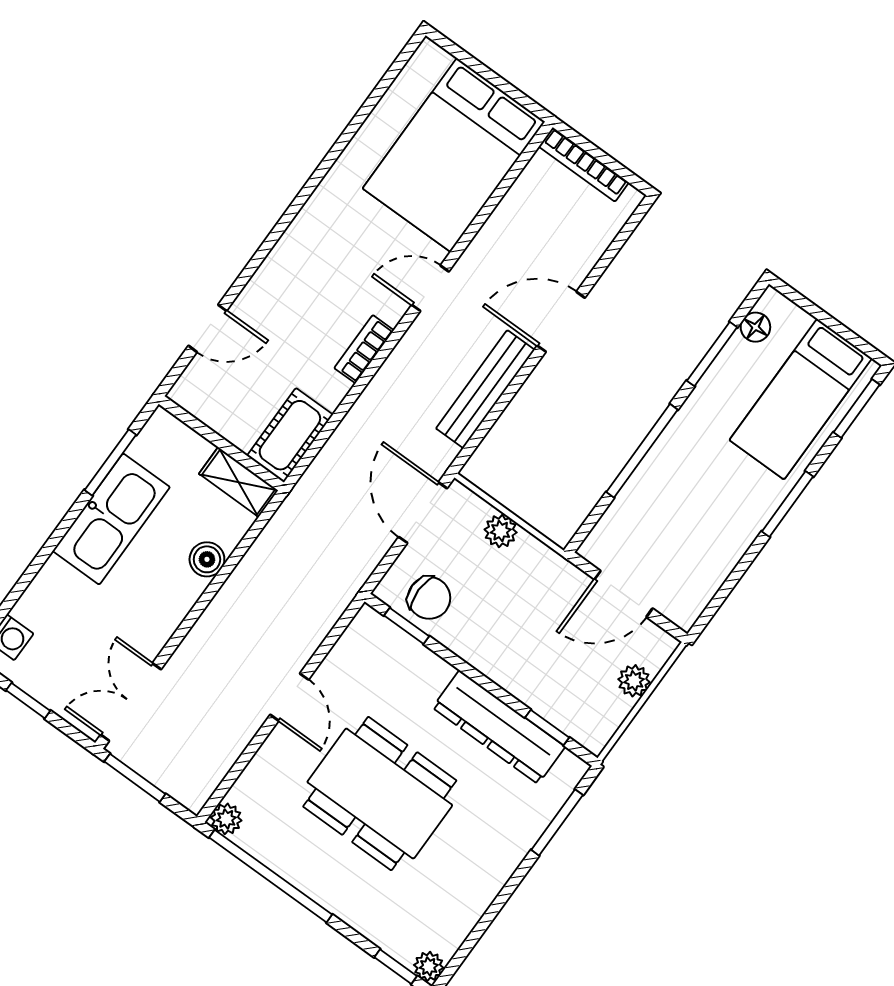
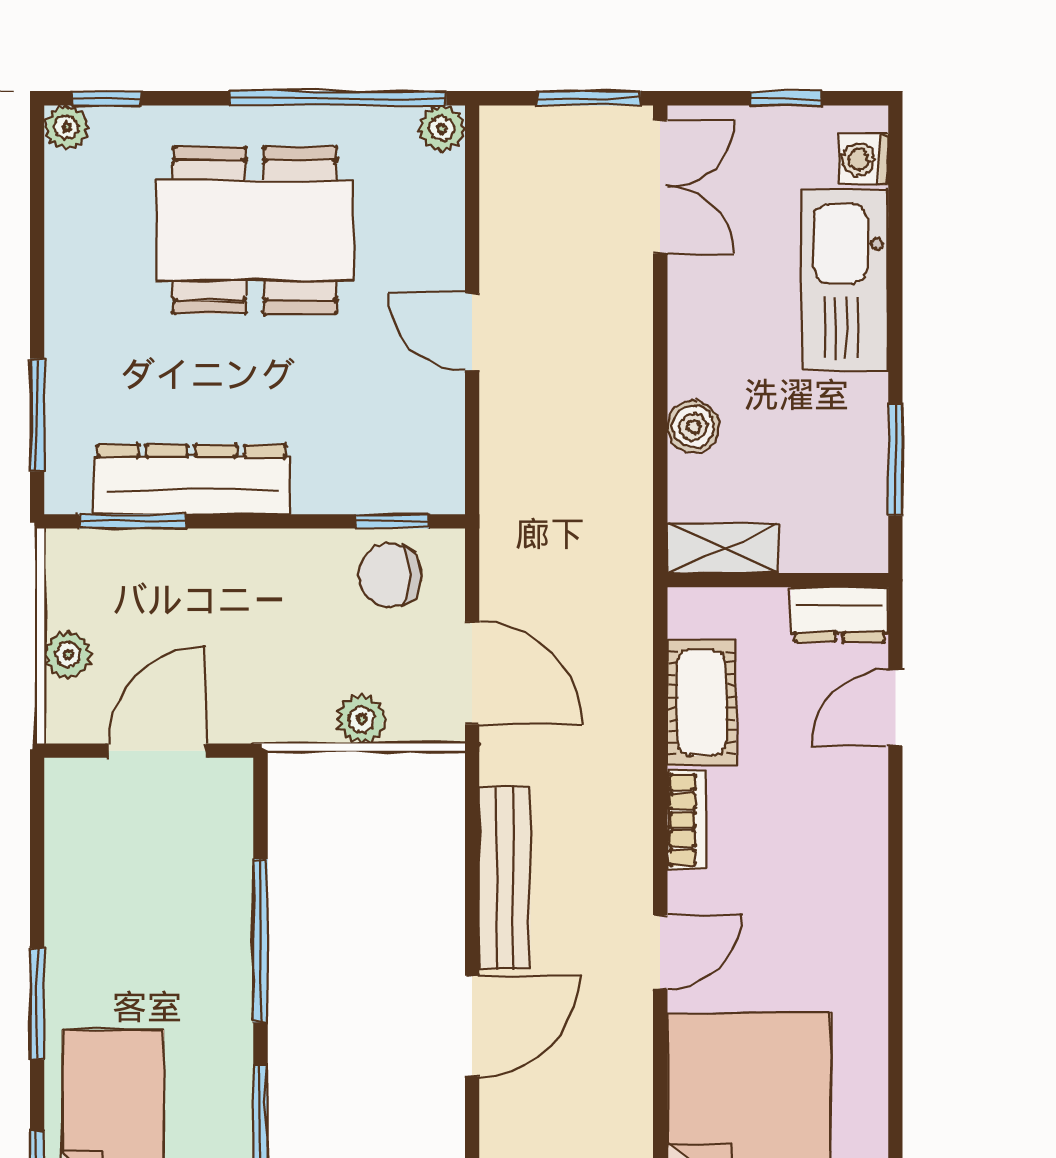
dresser: (201, 400) -> (840, 615), added
cot: (290, 435) -> (702, 703), moved
kitchen sink: (111, 519) -> (845, 280), moved
window: (547, 728) -> (133, 521), width x1.50
dining table: (380, 794) -> (255, 230), moved

